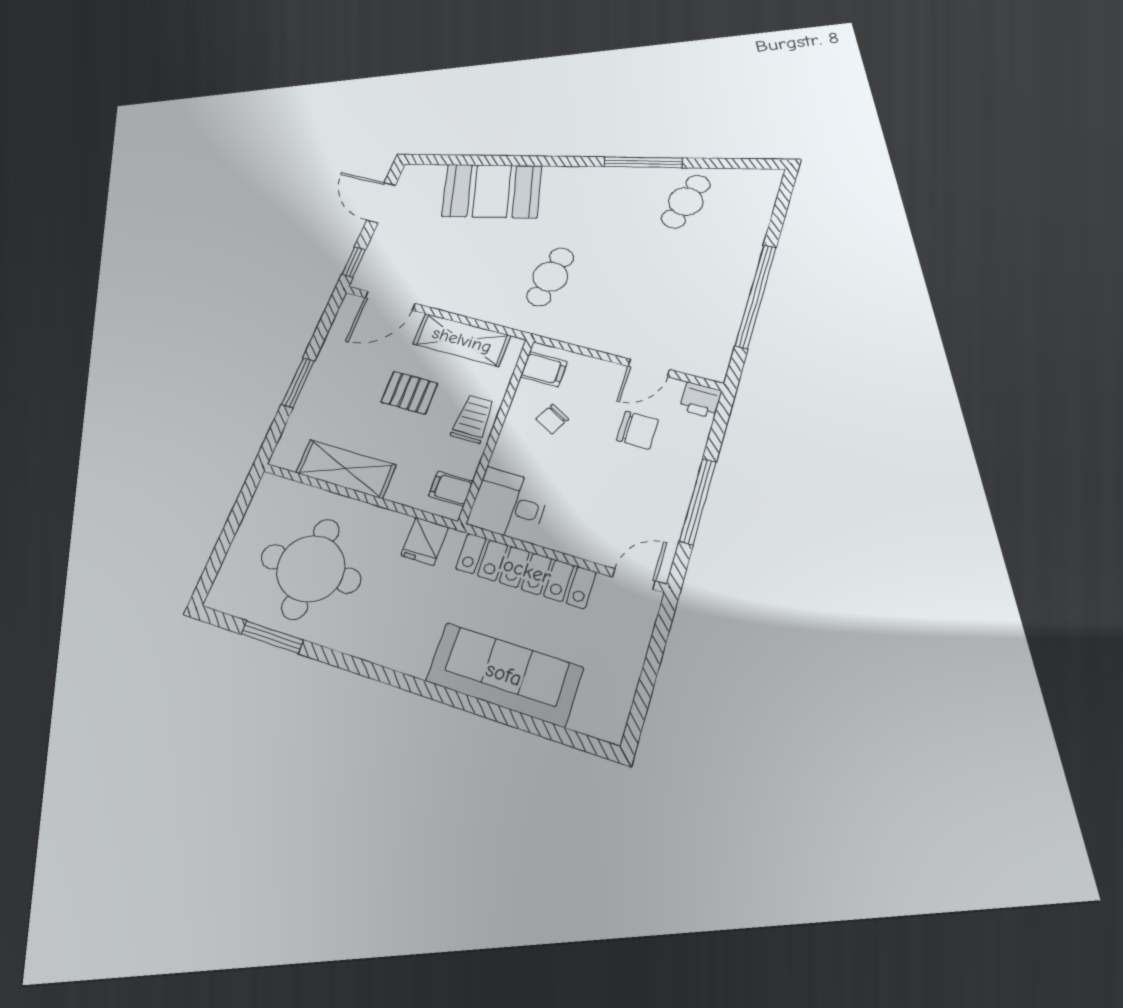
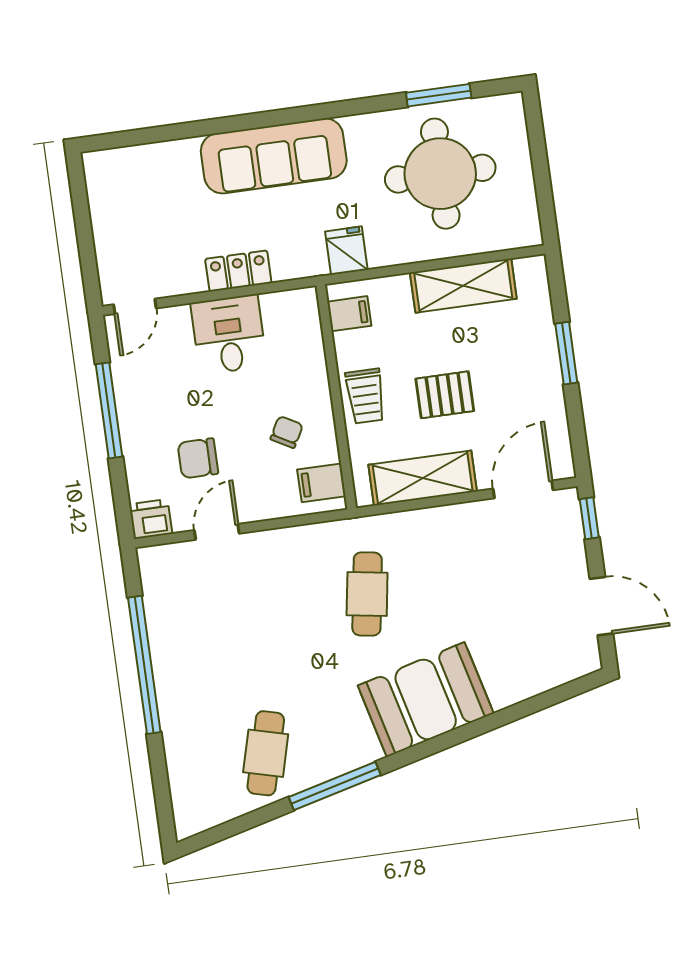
booth: (492, 191) -> (426, 699), moved
desk: (509, 505) -> (229, 335), moved, turned -90
locker: (525, 570) -> (238, 271), width x0.46, depth x0.83
sofa: (504, 674) -> (274, 156), moved

